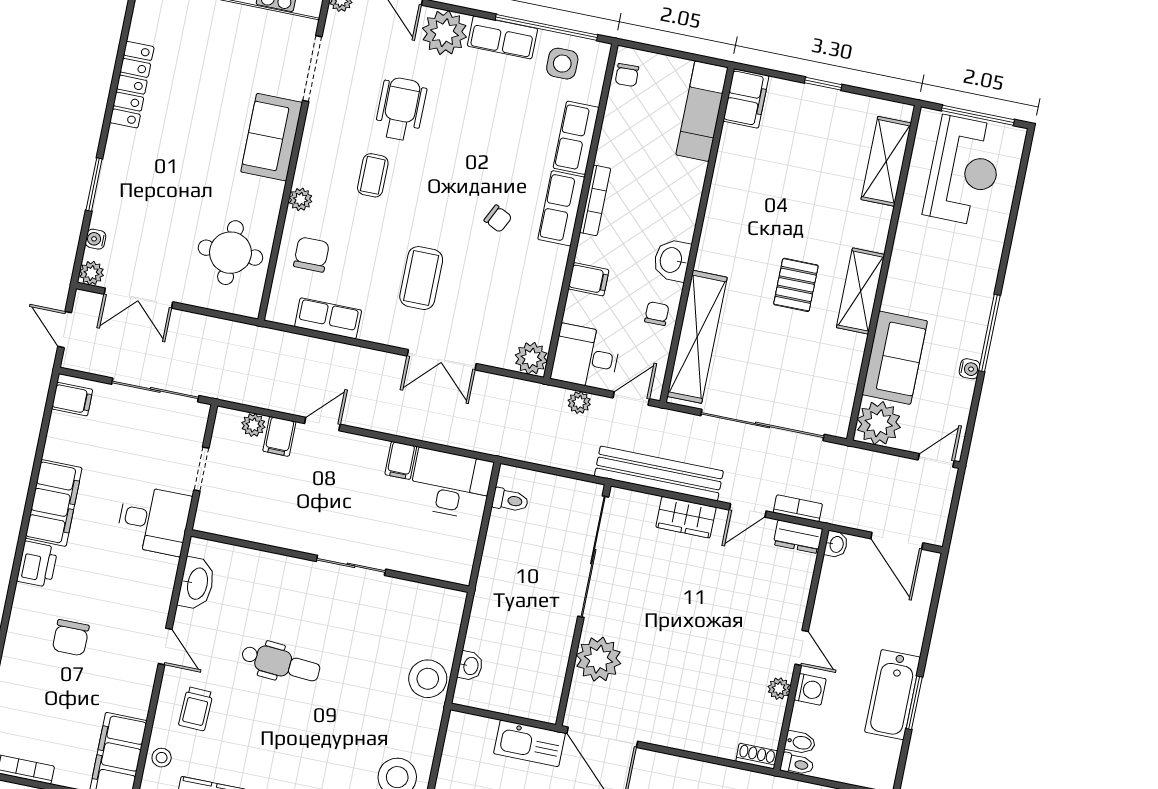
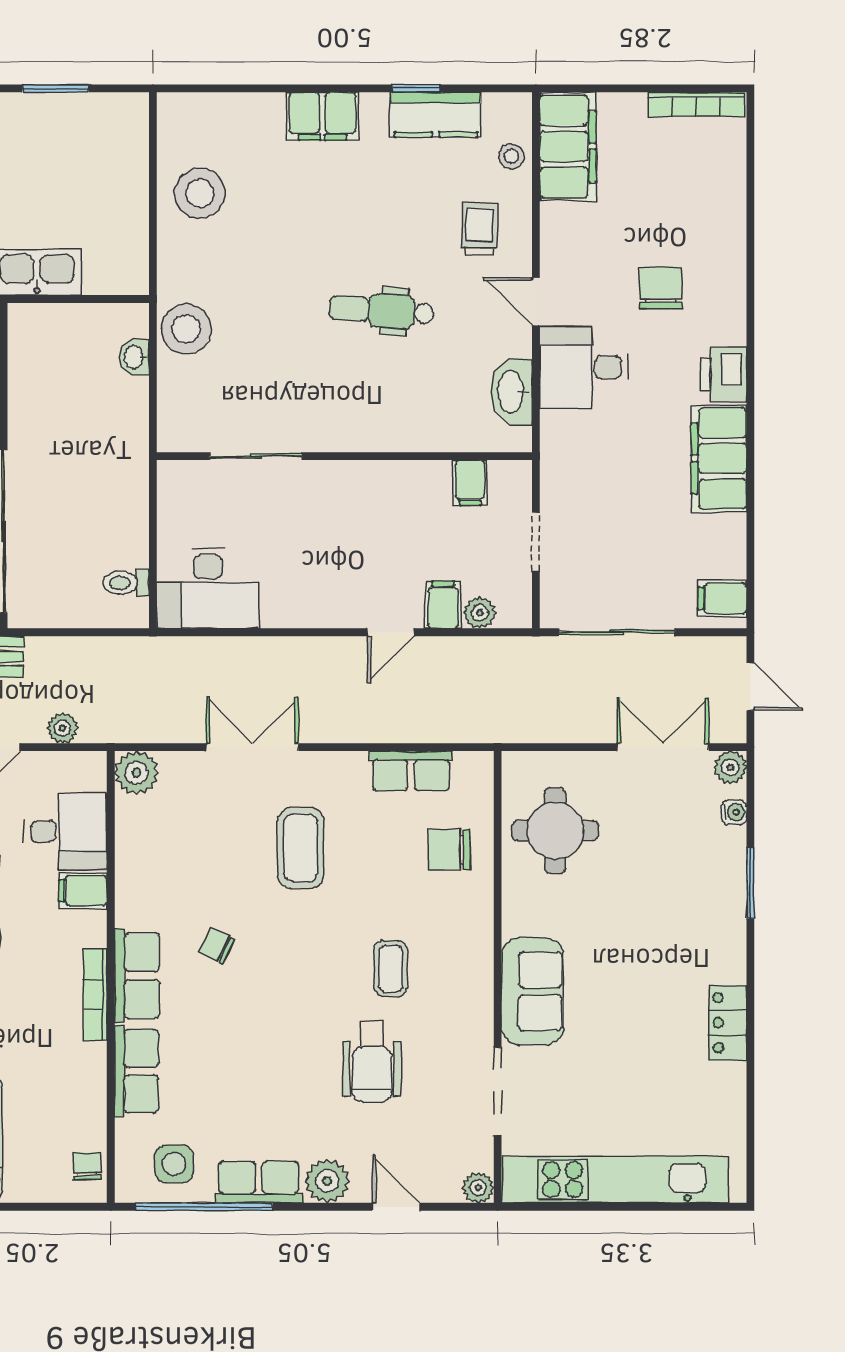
plant: (444, 33) -> (327, 1181), width x0.73, depth x0.73
locker: (132, 85) -> (728, 1023), width x0.66
plant: (300, 199) -> (478, 918), removed
chair: (311, 254) -> (450, 850), turned 90
desk: (586, 357) -> (66, 831), moved
filing cabinet: (401, 460) -> (470, 483), moved, turned 180
desk: (154, 520) -> (584, 367), moved
sliding door: (351, 565) -> (256, 456), moved

